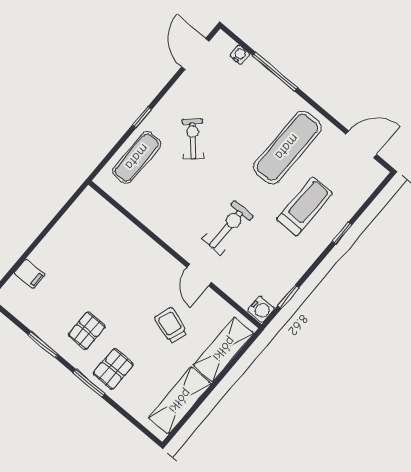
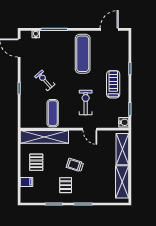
exercise mat: (137, 157) -> (53, 113), moved
treadmill: (305, 206) -> (113, 84), moved
shelving: (117, 227) -> (44, 137), added
trolley: (171, 325) -> (75, 165), moved
pallet: (113, 369) -> (36, 162), moved

